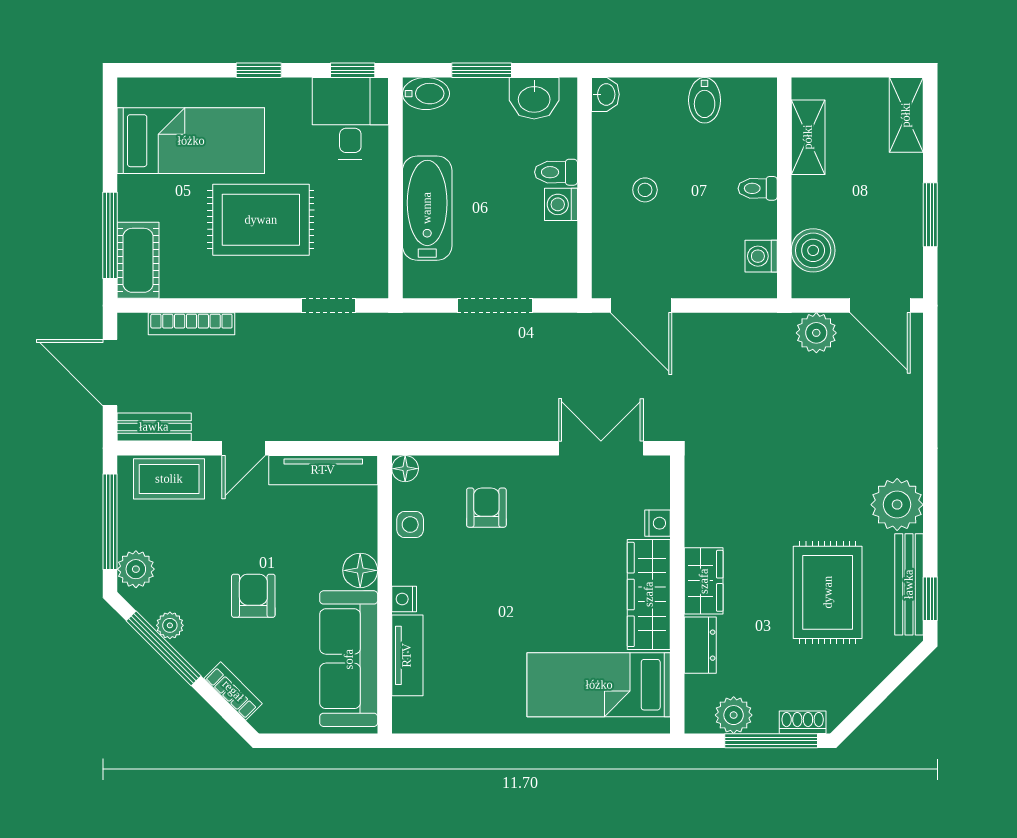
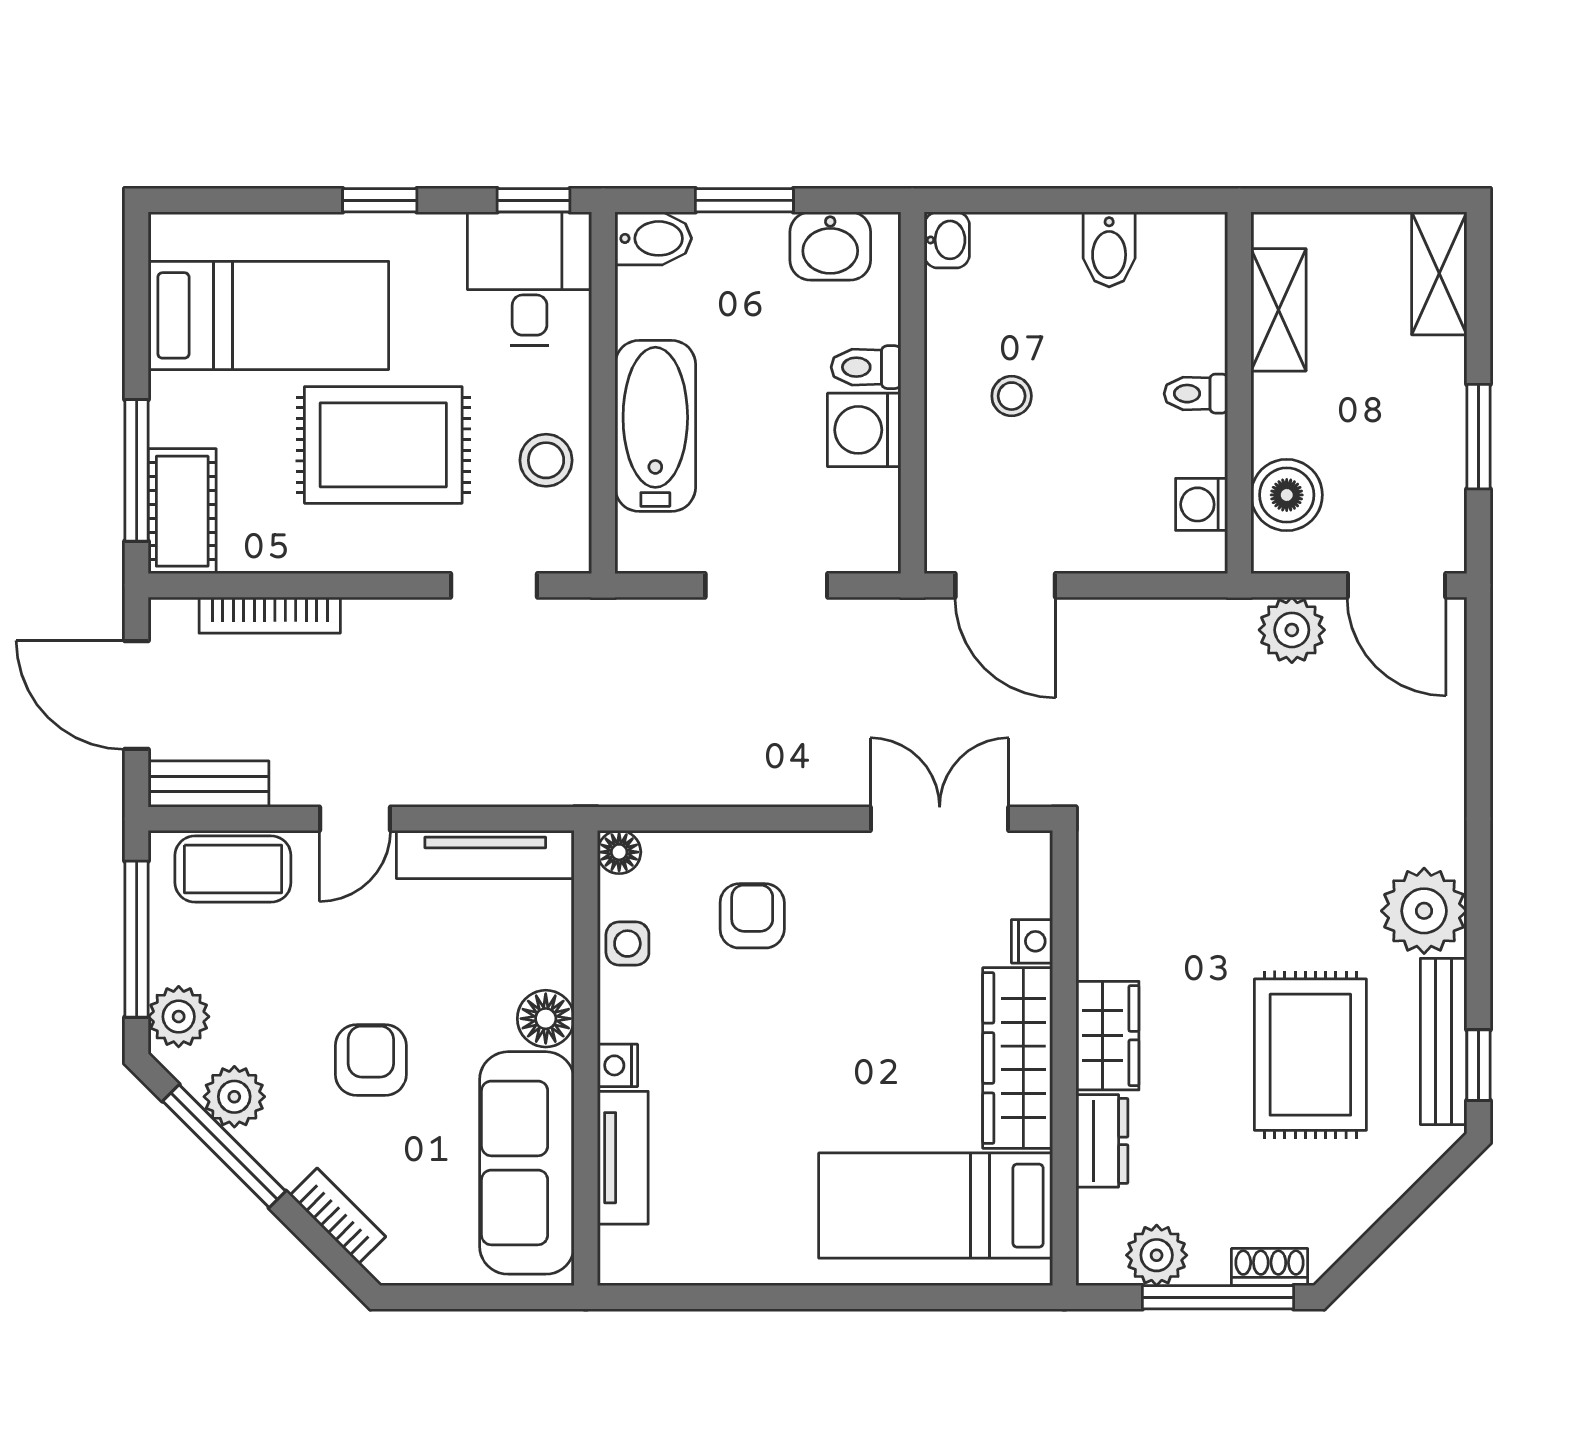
washing machine: (561, 204) -> (864, 430), width x1.38, depth x1.38
stool: (360, 229) -> (546, 460), added
plant: (170, 625) -> (234, 1097), width x1.38, depth x1.38

